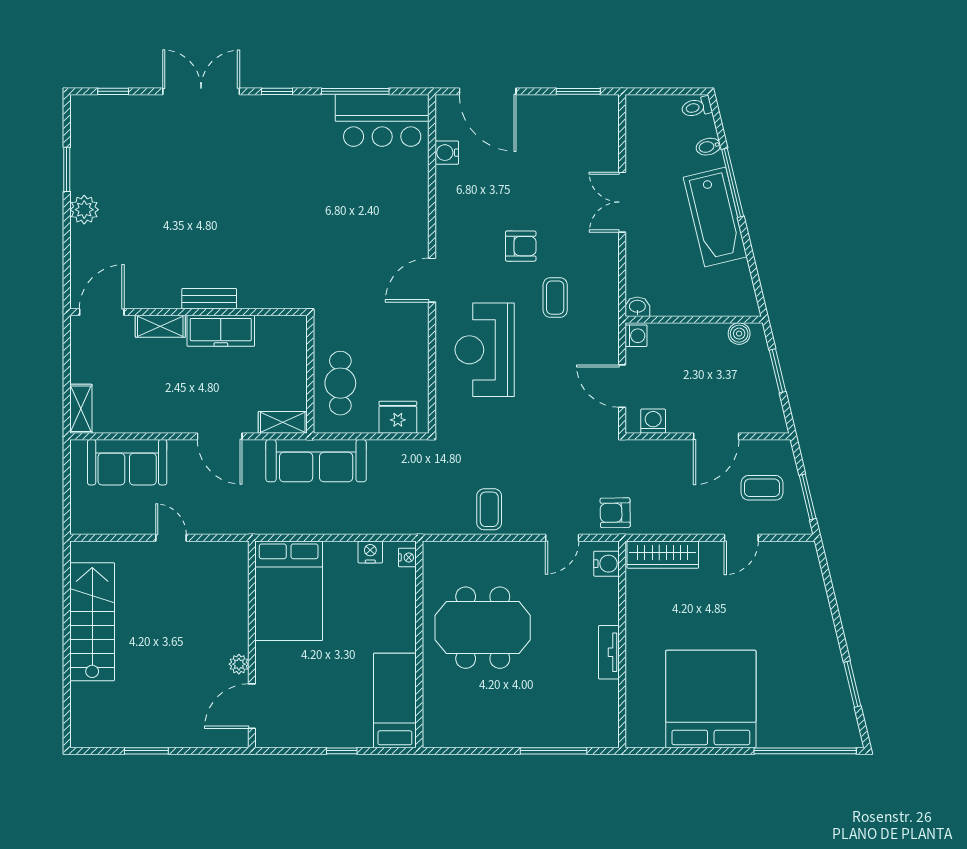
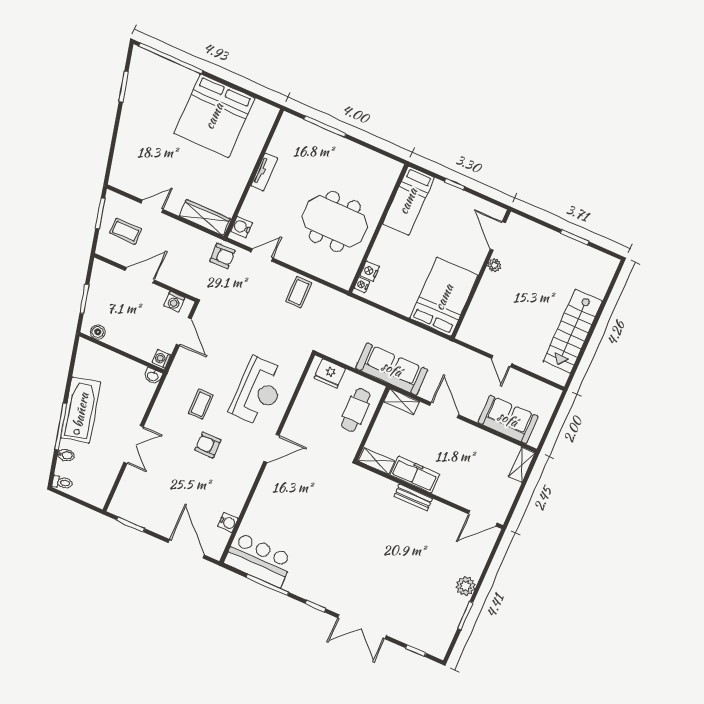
shelving: (160, 326) -> (376, 461), moved
nightstand: (370, 552) -> (370, 271), moved, turned 90
door: (252, 706) -> (498, 236), swing flipped

